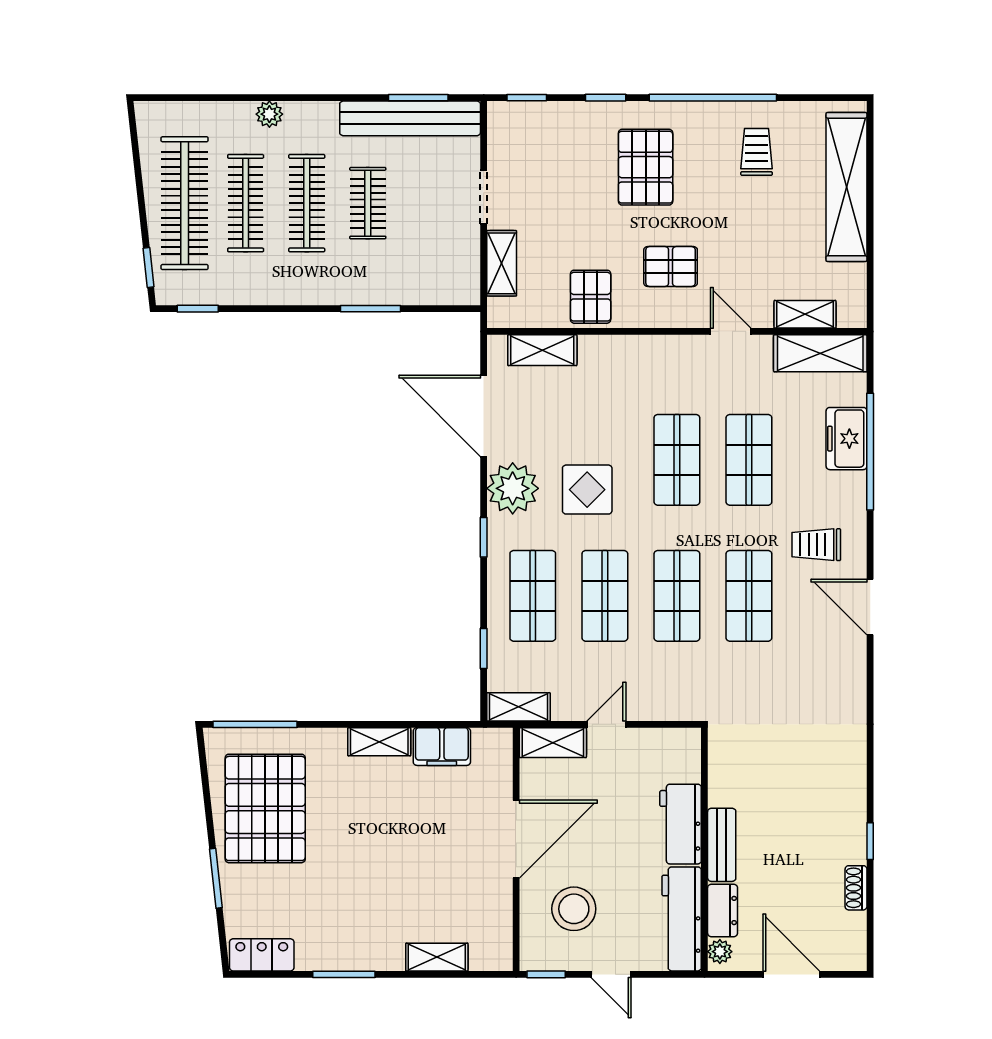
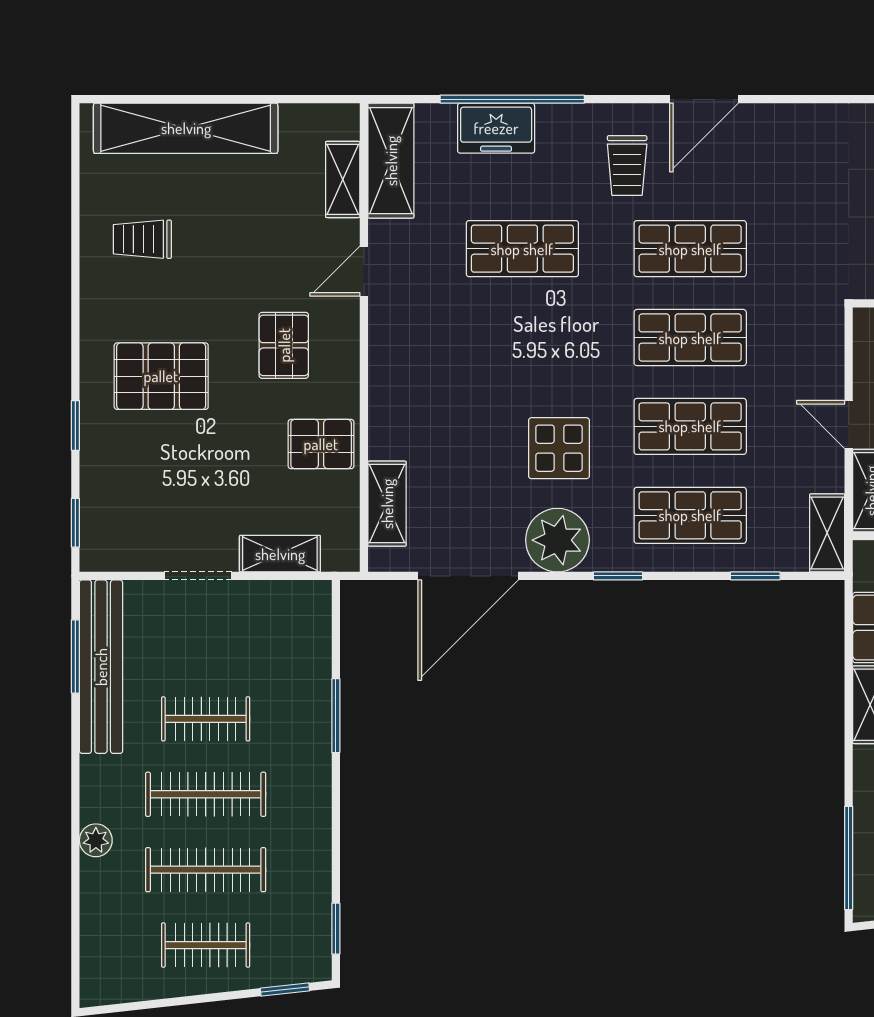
window: (713, 98) -> (75, 293), removed
clothes rail: (185, 203) -> (206, 945), width x0.54, depth x0.76
shop shelf: (677, 460) -> (522, 338), removed

